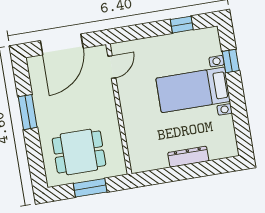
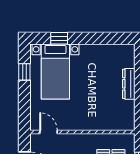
bed with nightstands: (193, 90) -> (55, 71), moved

